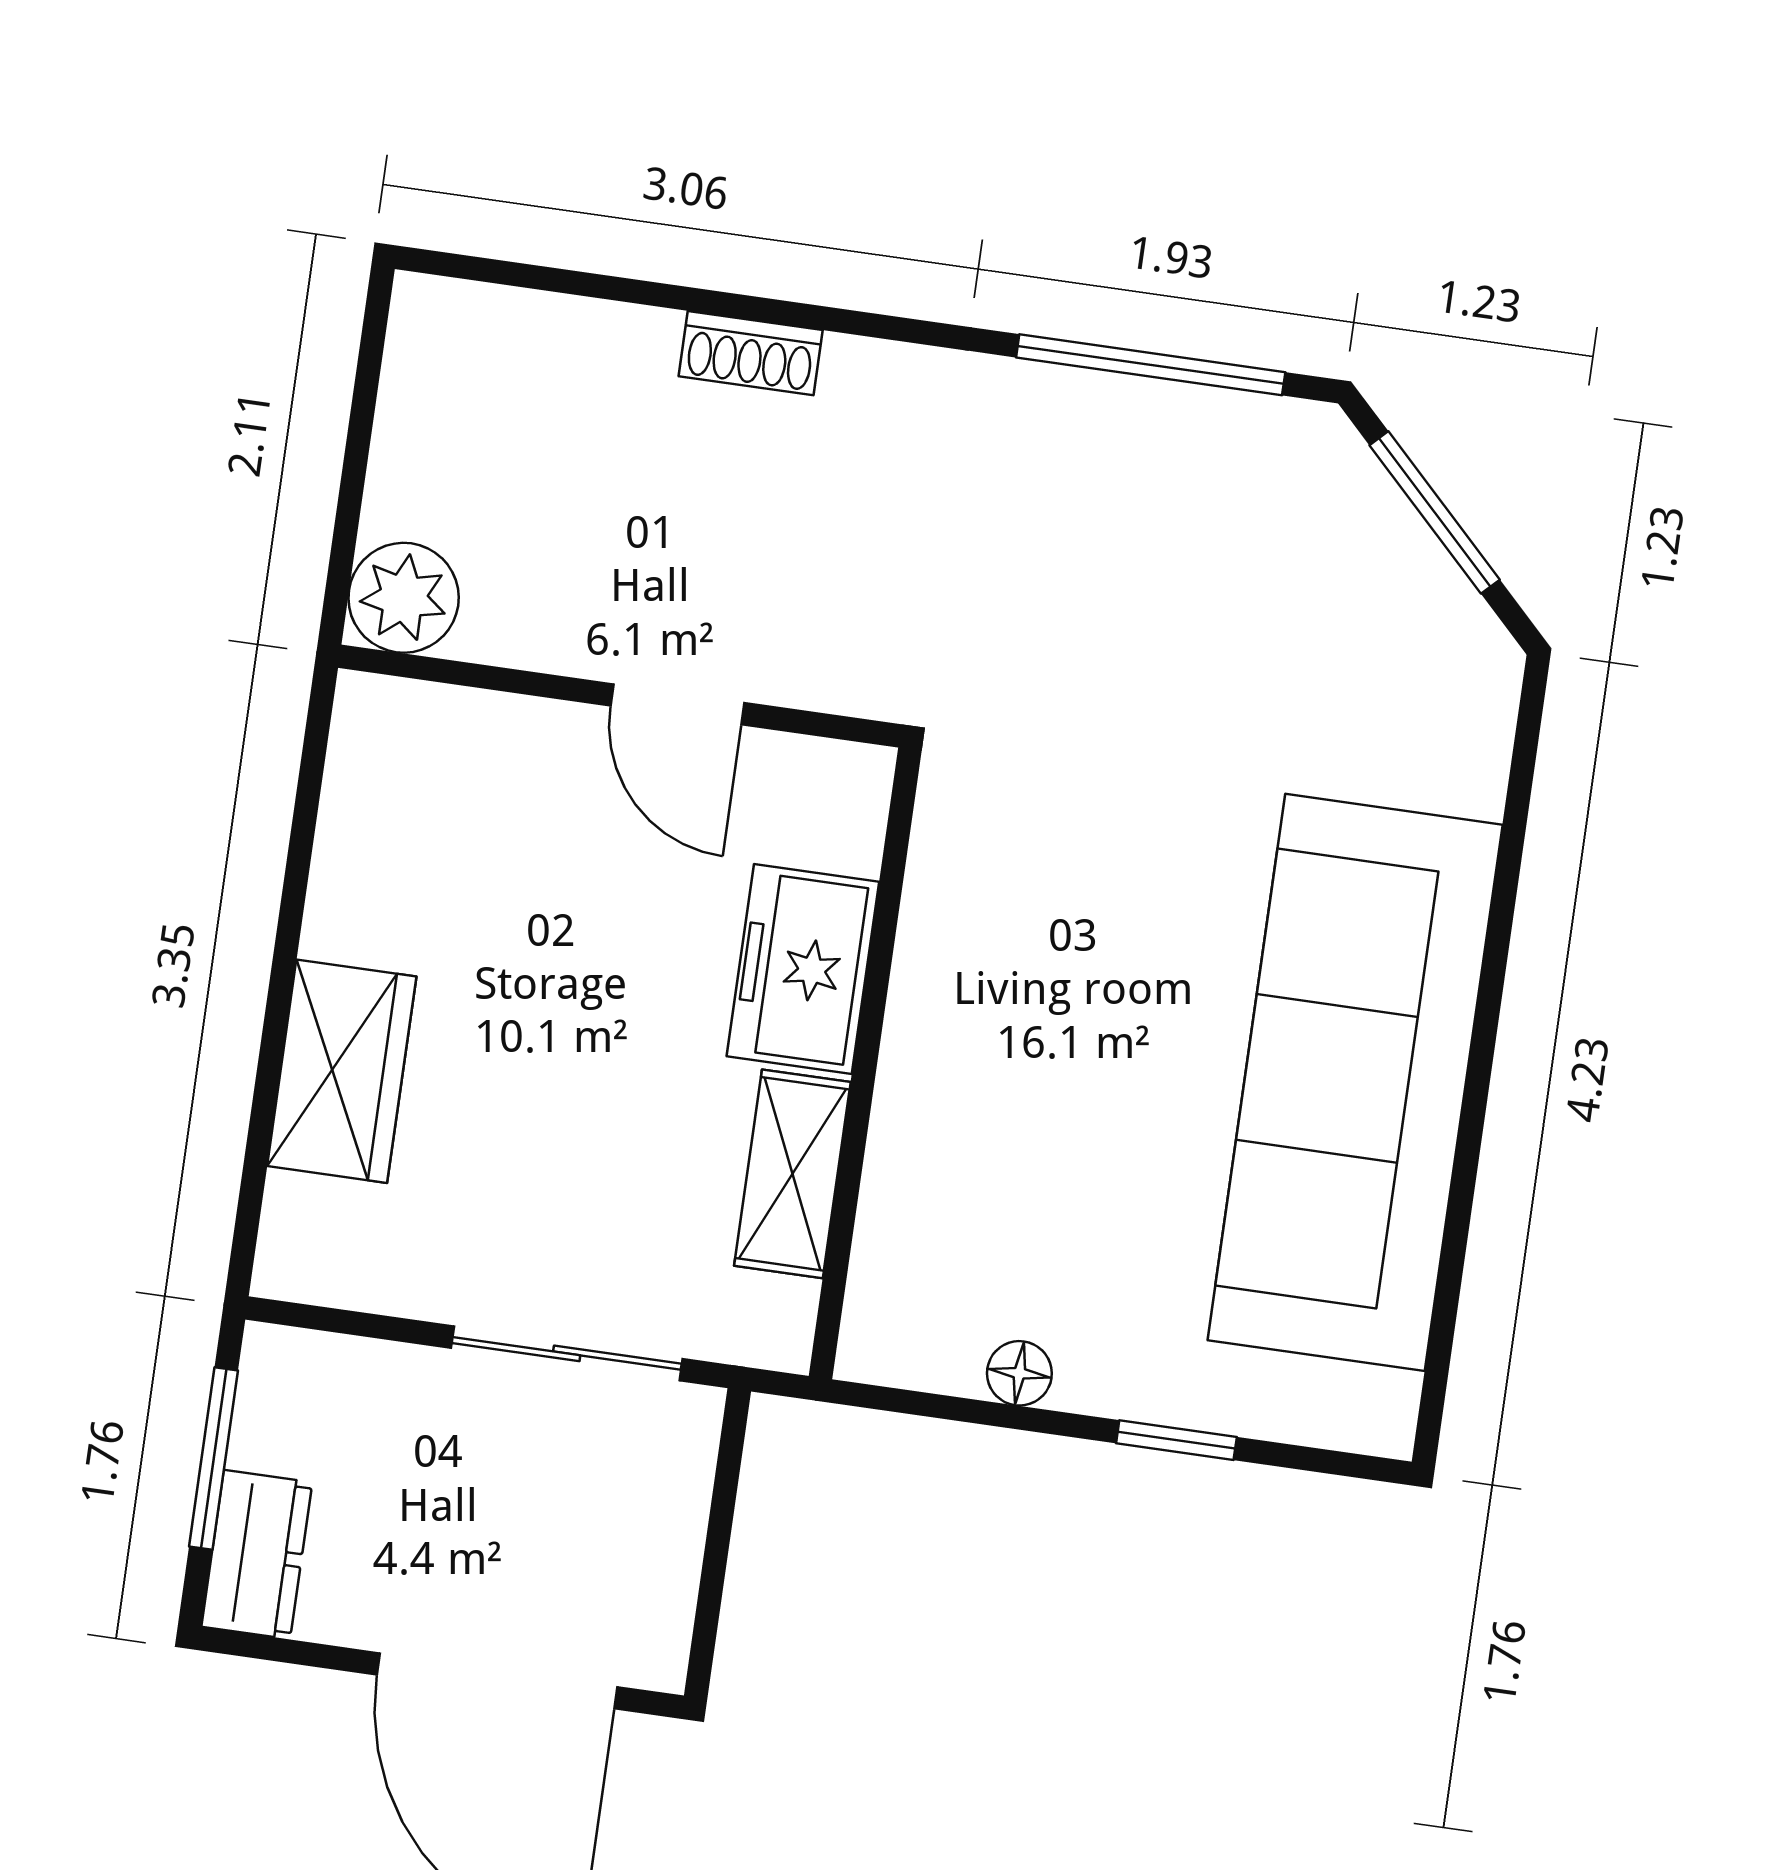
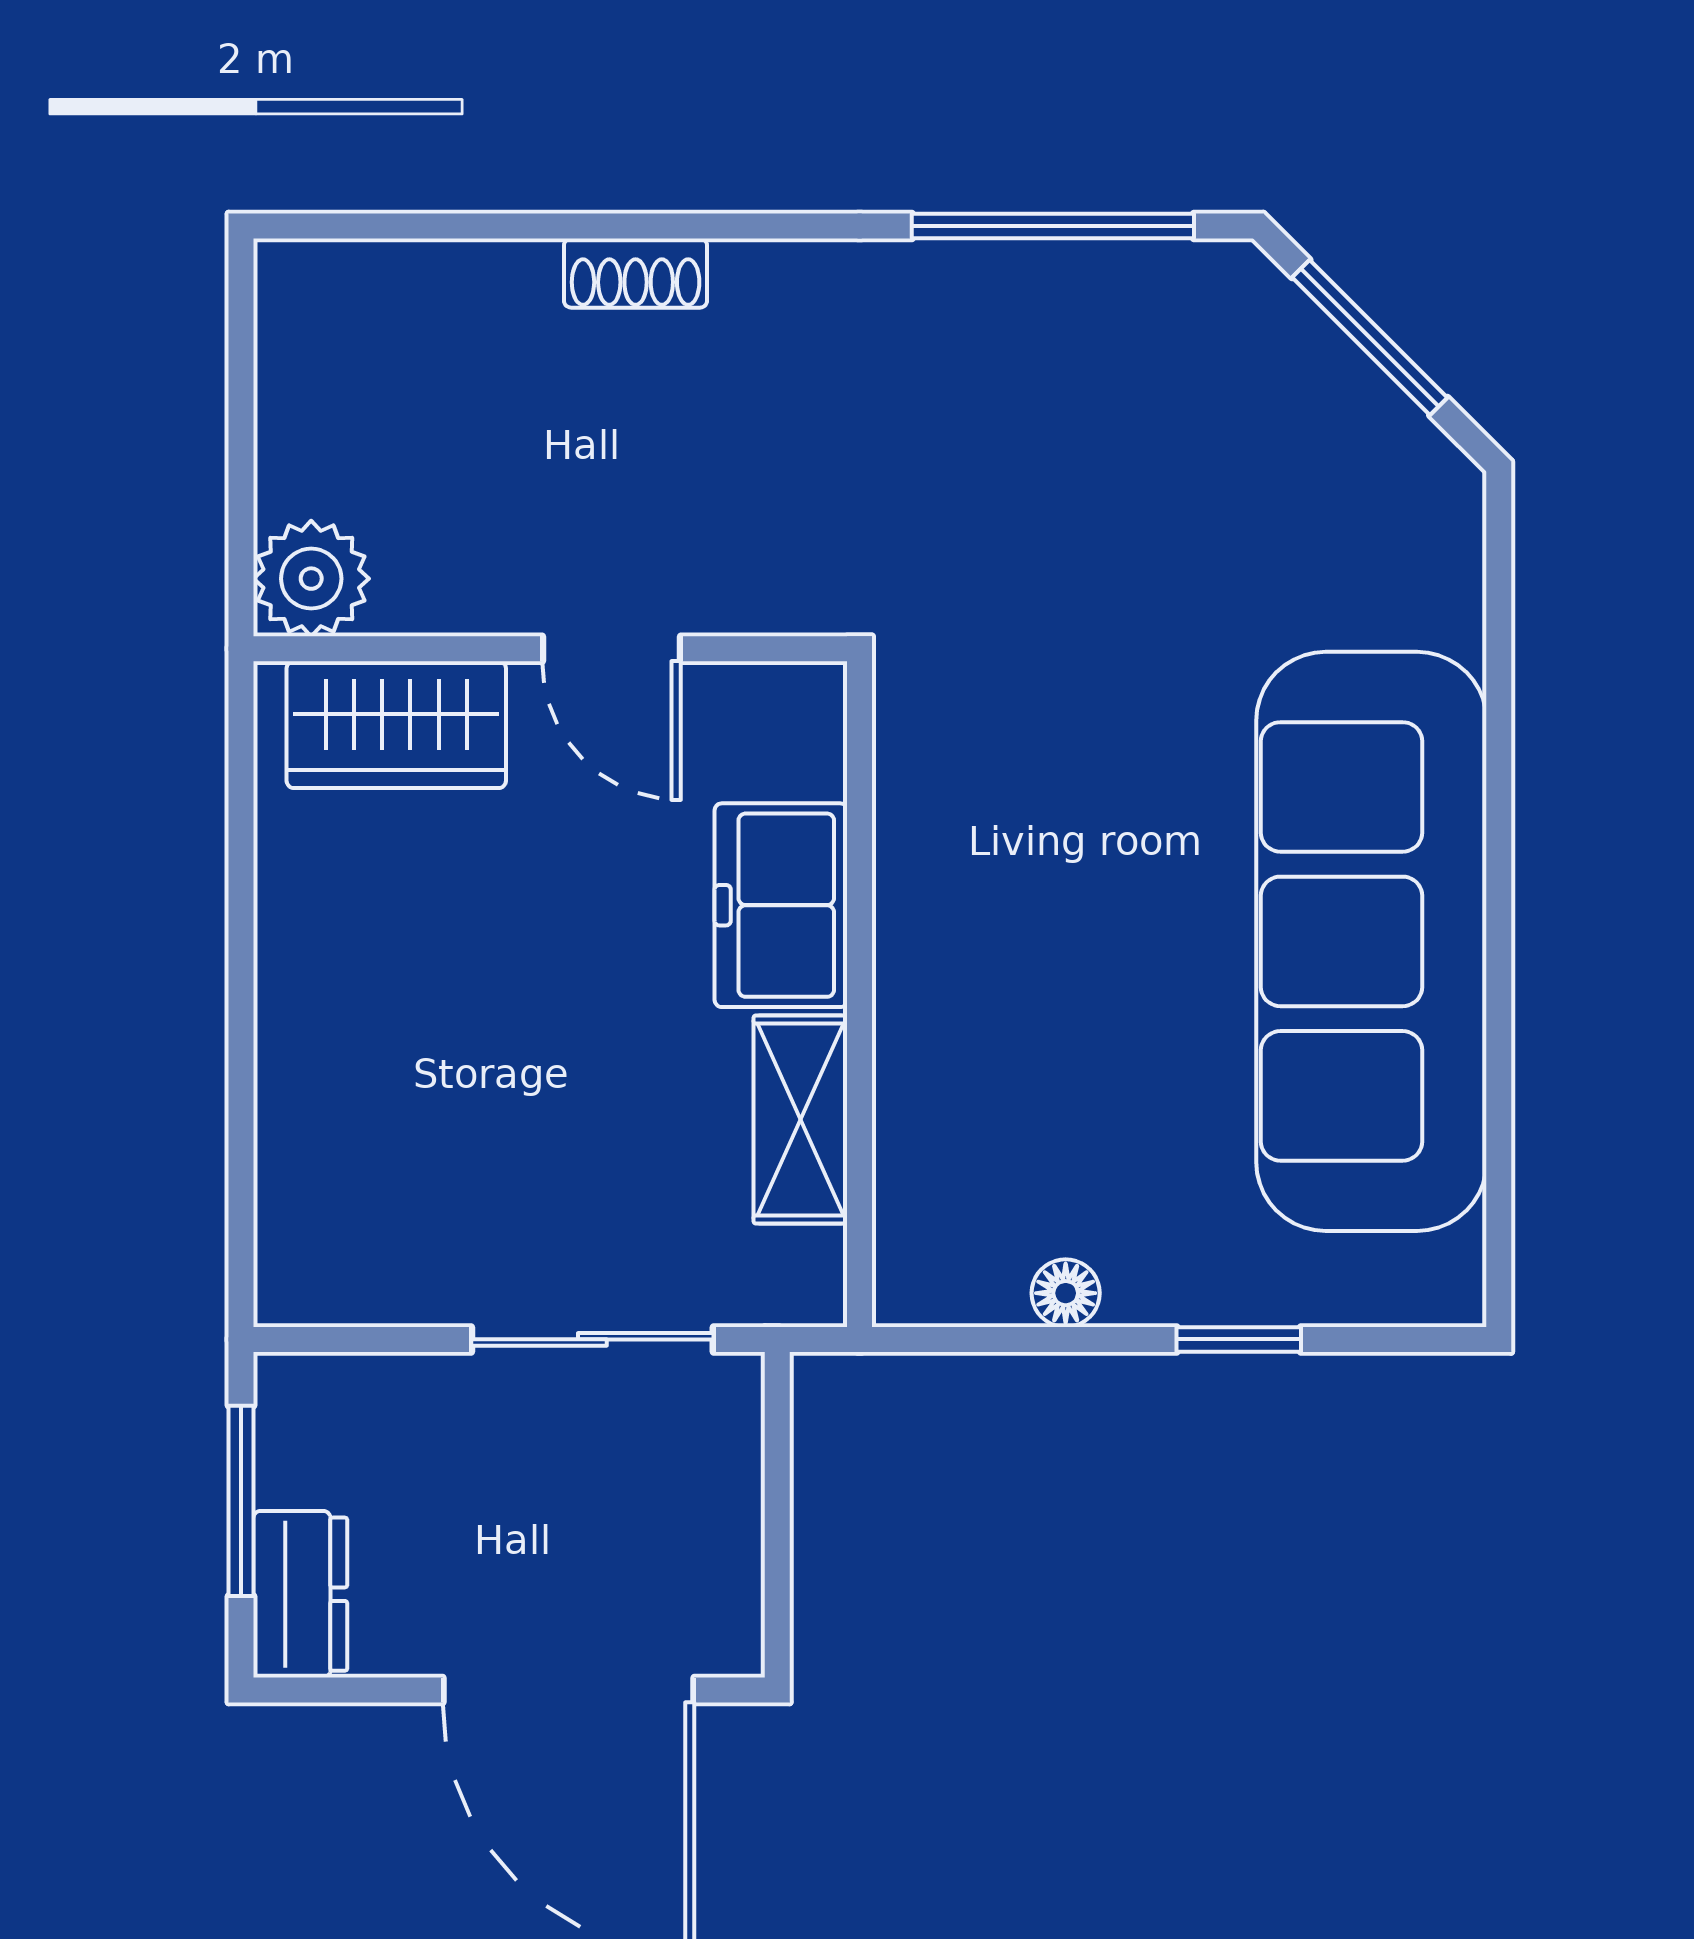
wardrobe: (342, 1071) -> (396, 725), moved, turned 90

